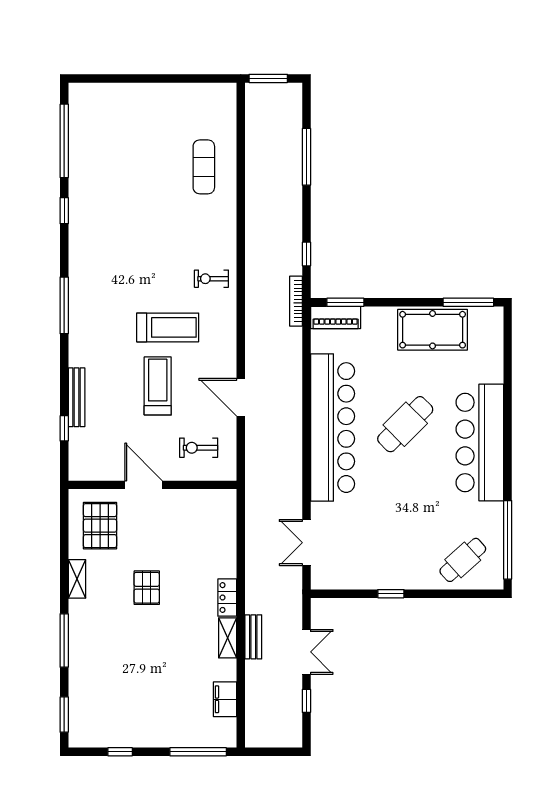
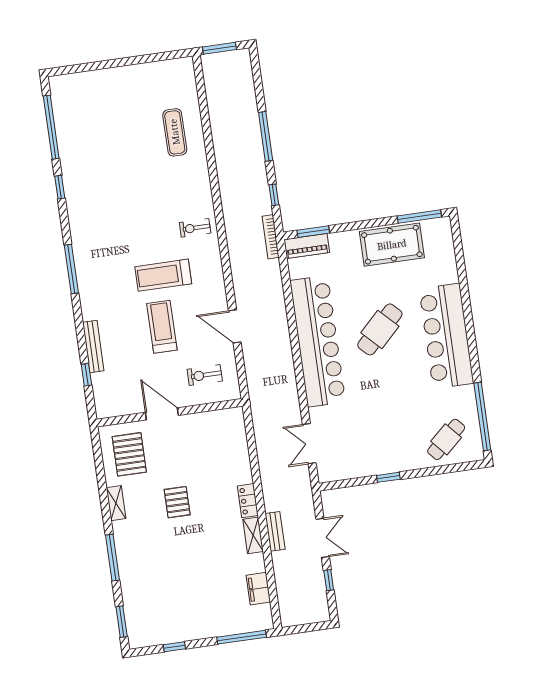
window: (306, 157) -> (266, 136), moved
treadmill: (168, 327) -> (163, 275), turned 180

